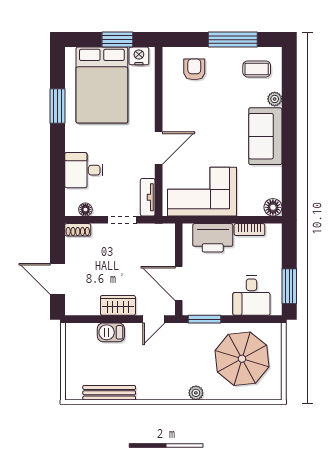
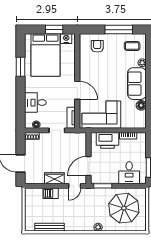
door: (159, 148) -> (77, 90), hinge flipped
floor lamp: (273, 207) -> (141, 105), moved
door: (179, 284) -> (89, 166), hinge flipped

